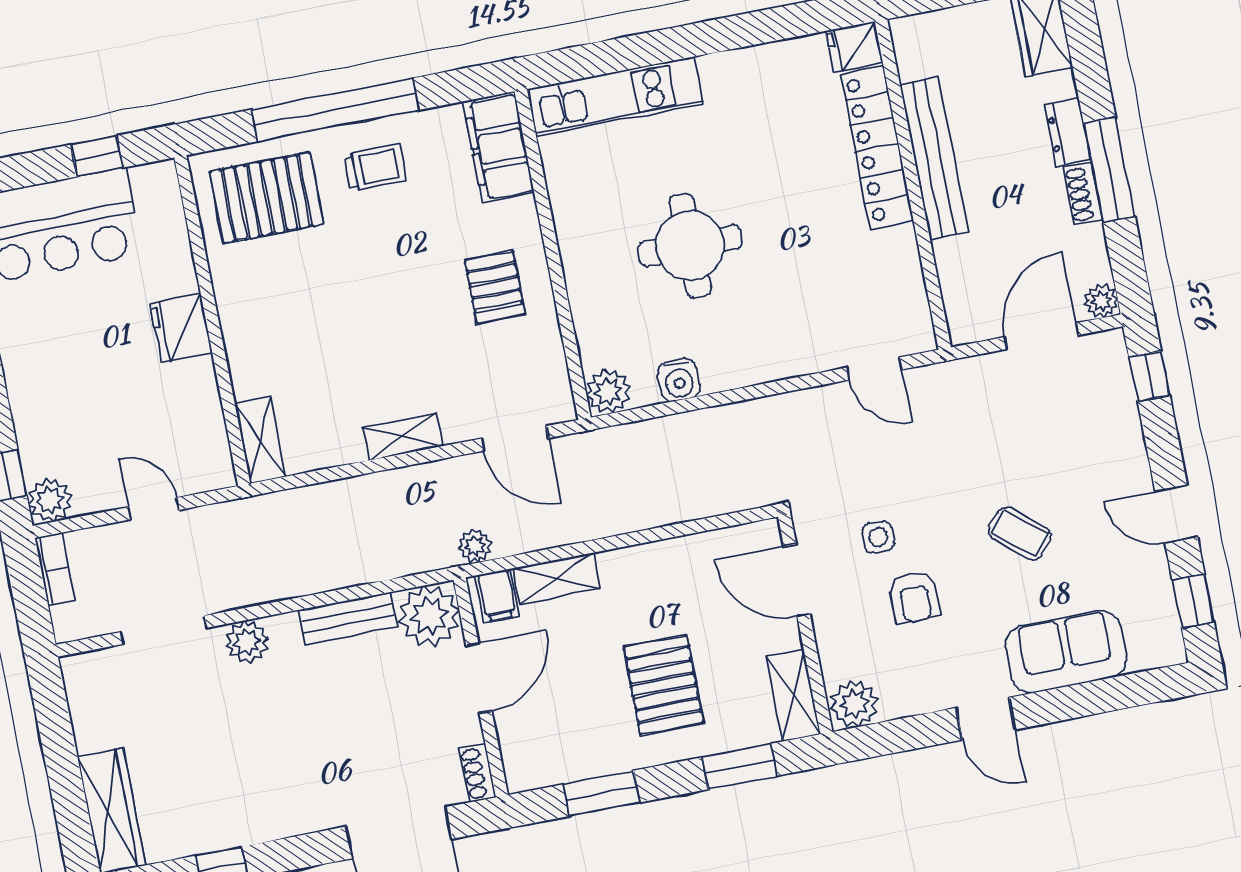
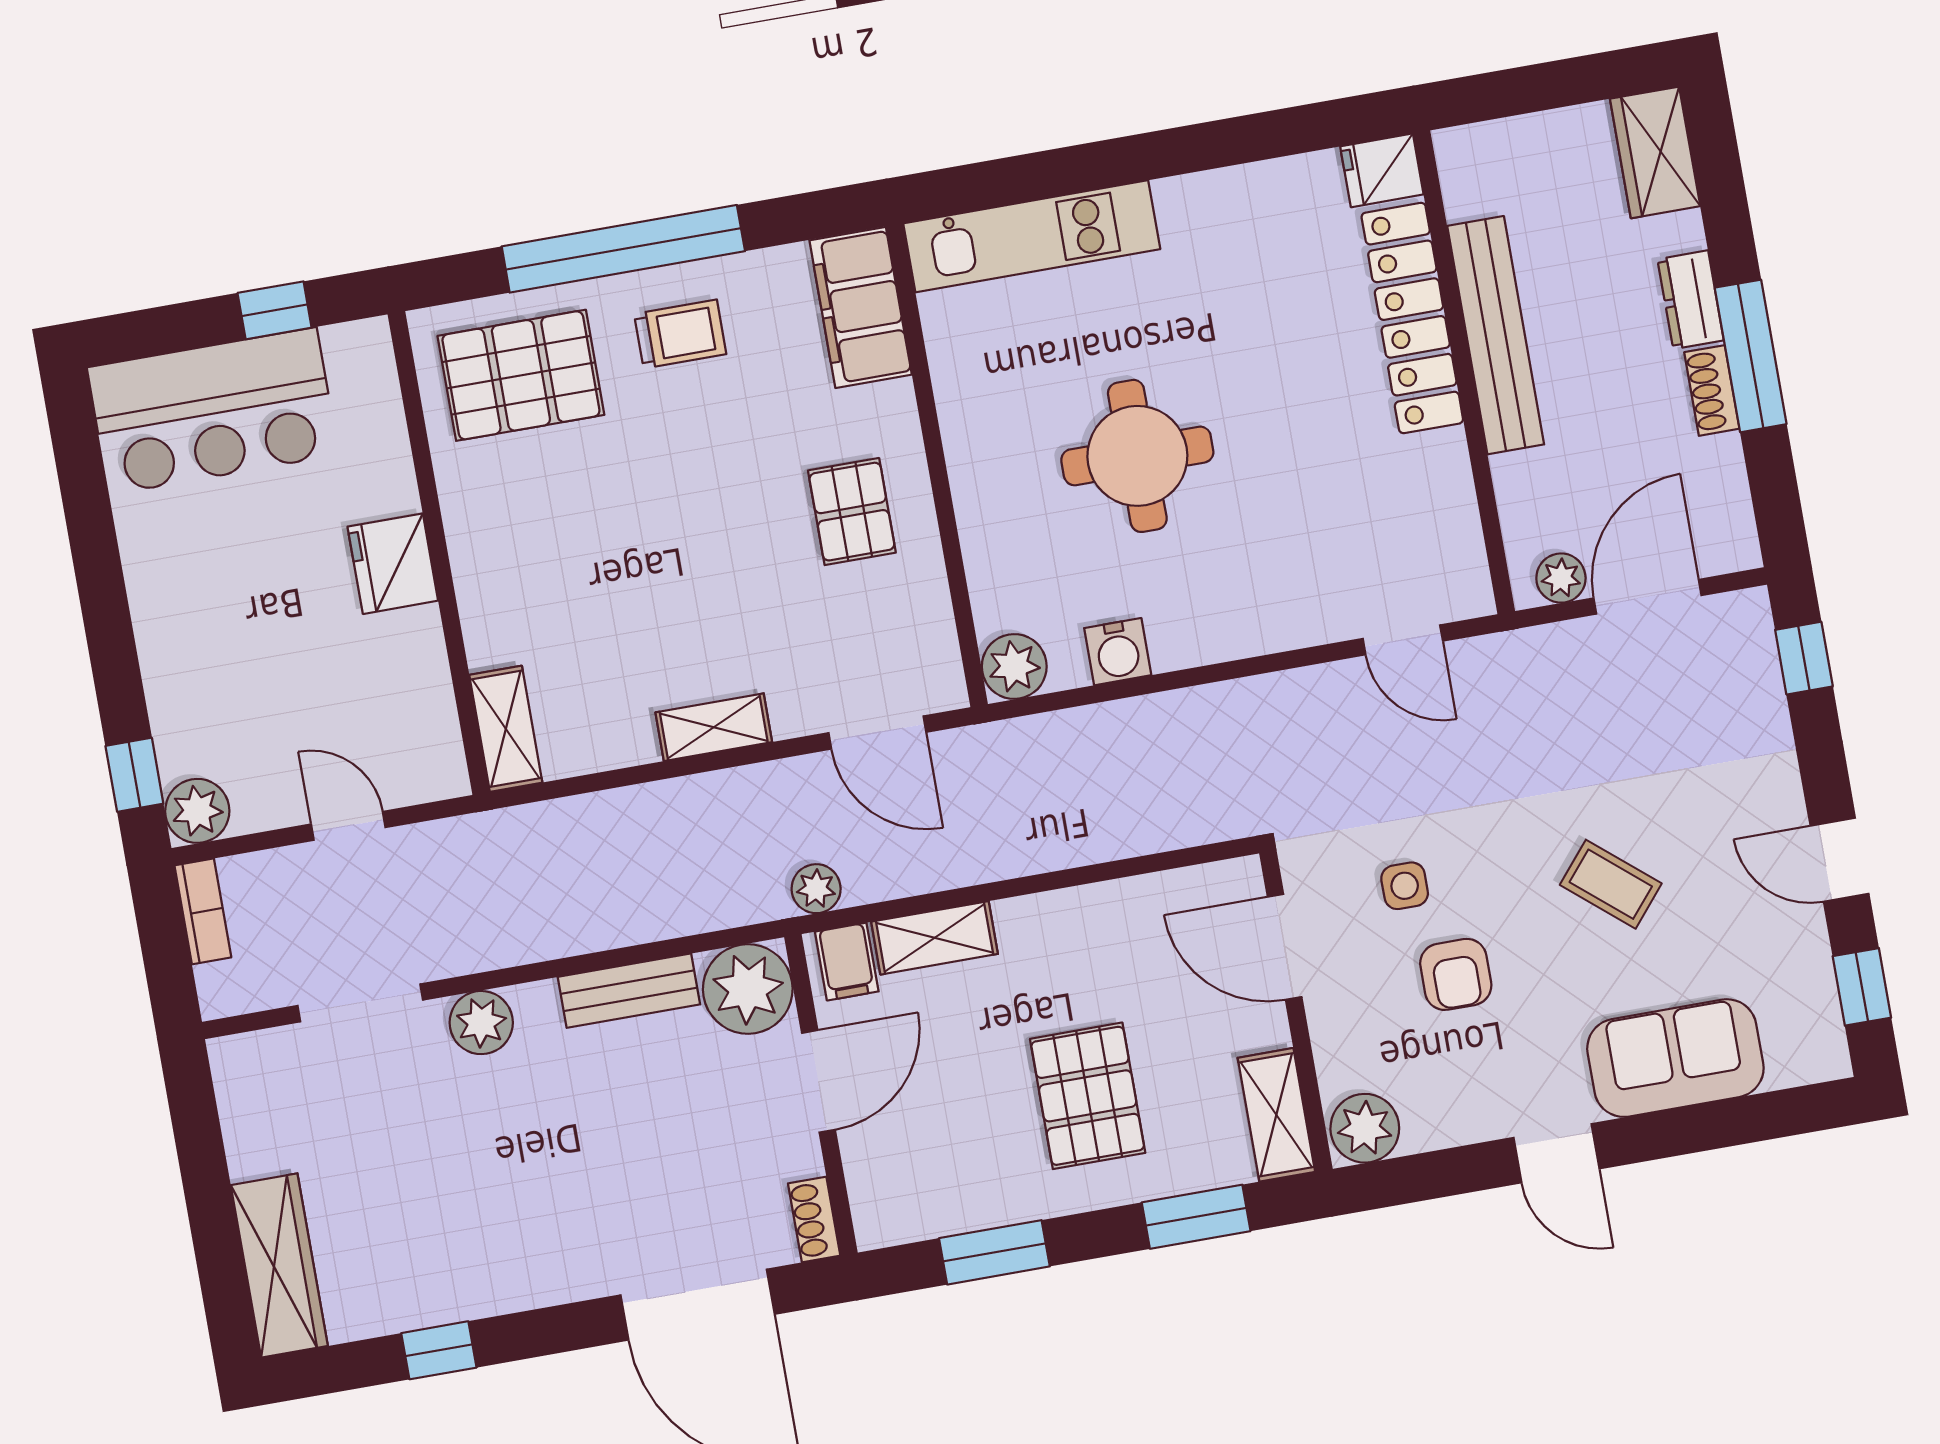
plant: (1101, 301) -> (1561, 578), moved

